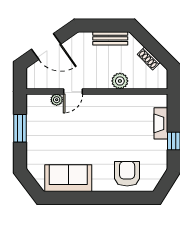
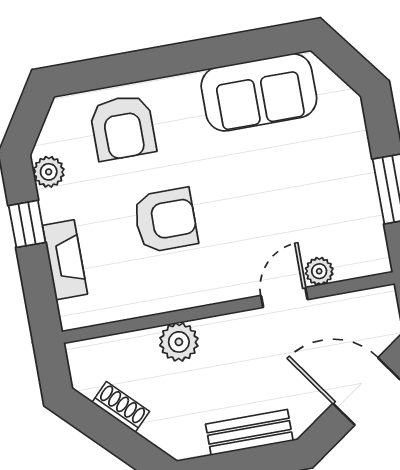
bench: (110, 38) -> (249, 432), moved
armchair: (116, 132) -> (166, 220), added
plant: (161, 161) -> (49, 172), added

